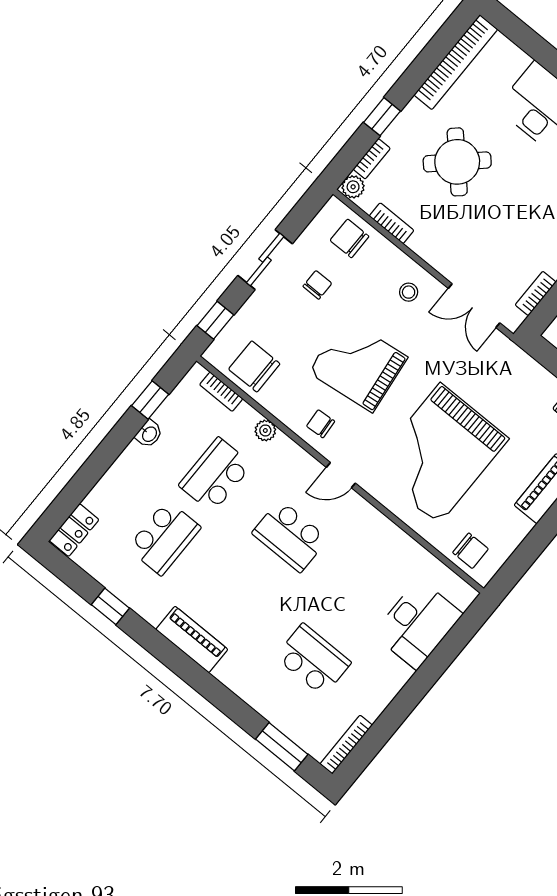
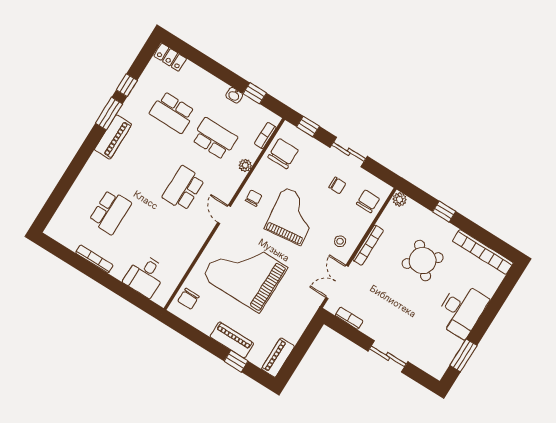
bookcase: (372, 159) -> (418, 209), removed
bookcase: (392, 223) -> (368, 245), moved, width x1.56
desk: (418, 624) -> (145, 276), width x0.73
bookcase: (346, 745) -> (94, 259), moved
window: (282, 747) -> (109, 114), moved

